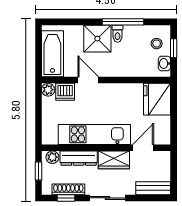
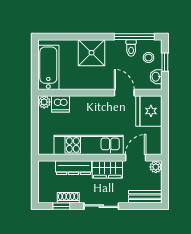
window: (123, 22) -> (134, 37), moved
toilet: (117, 34) -> (131, 48), moved
door: (88, 80) -> (124, 93), moved
plant: (52, 157) -> (156, 167), moved
window: (38, 171) -> (35, 180), removed
shoe rack: (68, 189) -> (68, 198), width x0.70

